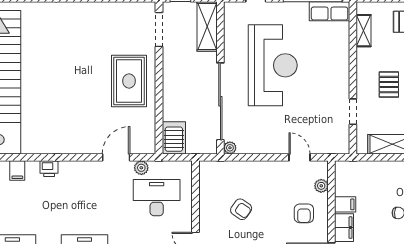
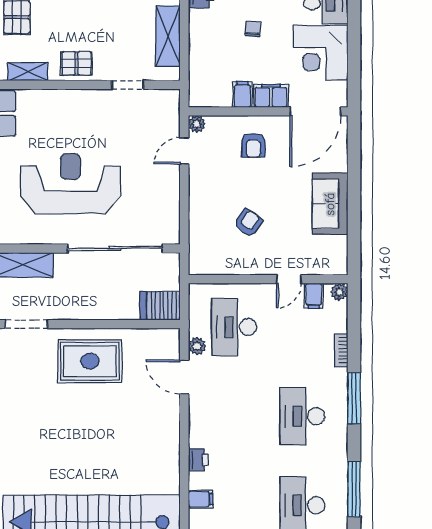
pallet: (389, 85) -> (77, 63), moved
plant: (230, 148) -> (172, 237), removed
plant: (321, 186) -> (197, 124), moved
armchair: (304, 213) -> (253, 145), turned 90

